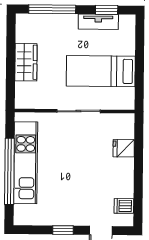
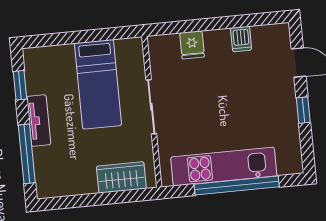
tv unit: (98, 22) -> (39, 121), moved
wardrobe: (26, 62) -> (121, 177), moved
dishwasher: (124, 206) -> (241, 39), moved

